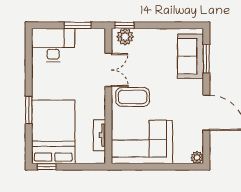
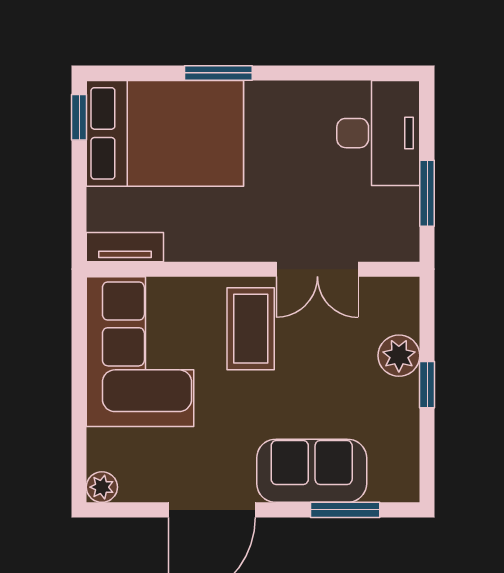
window: (124, 25) -> (427, 385), moved
plant: (125, 37) -> (399, 356), moved
sofa: (190, 56) -> (312, 471), moved
tv unit: (100, 135) -> (125, 247), moved

